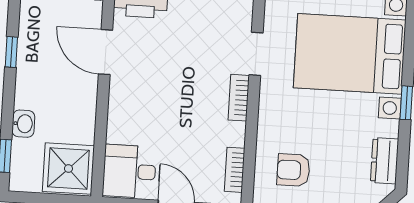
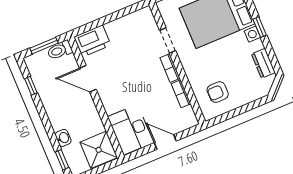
window: (11, 52) -> (31, 86), moved
bookcase: (235, 170) -> (181, 94), moved
desk: (132, 171) -> (130, 130), width x1.37

